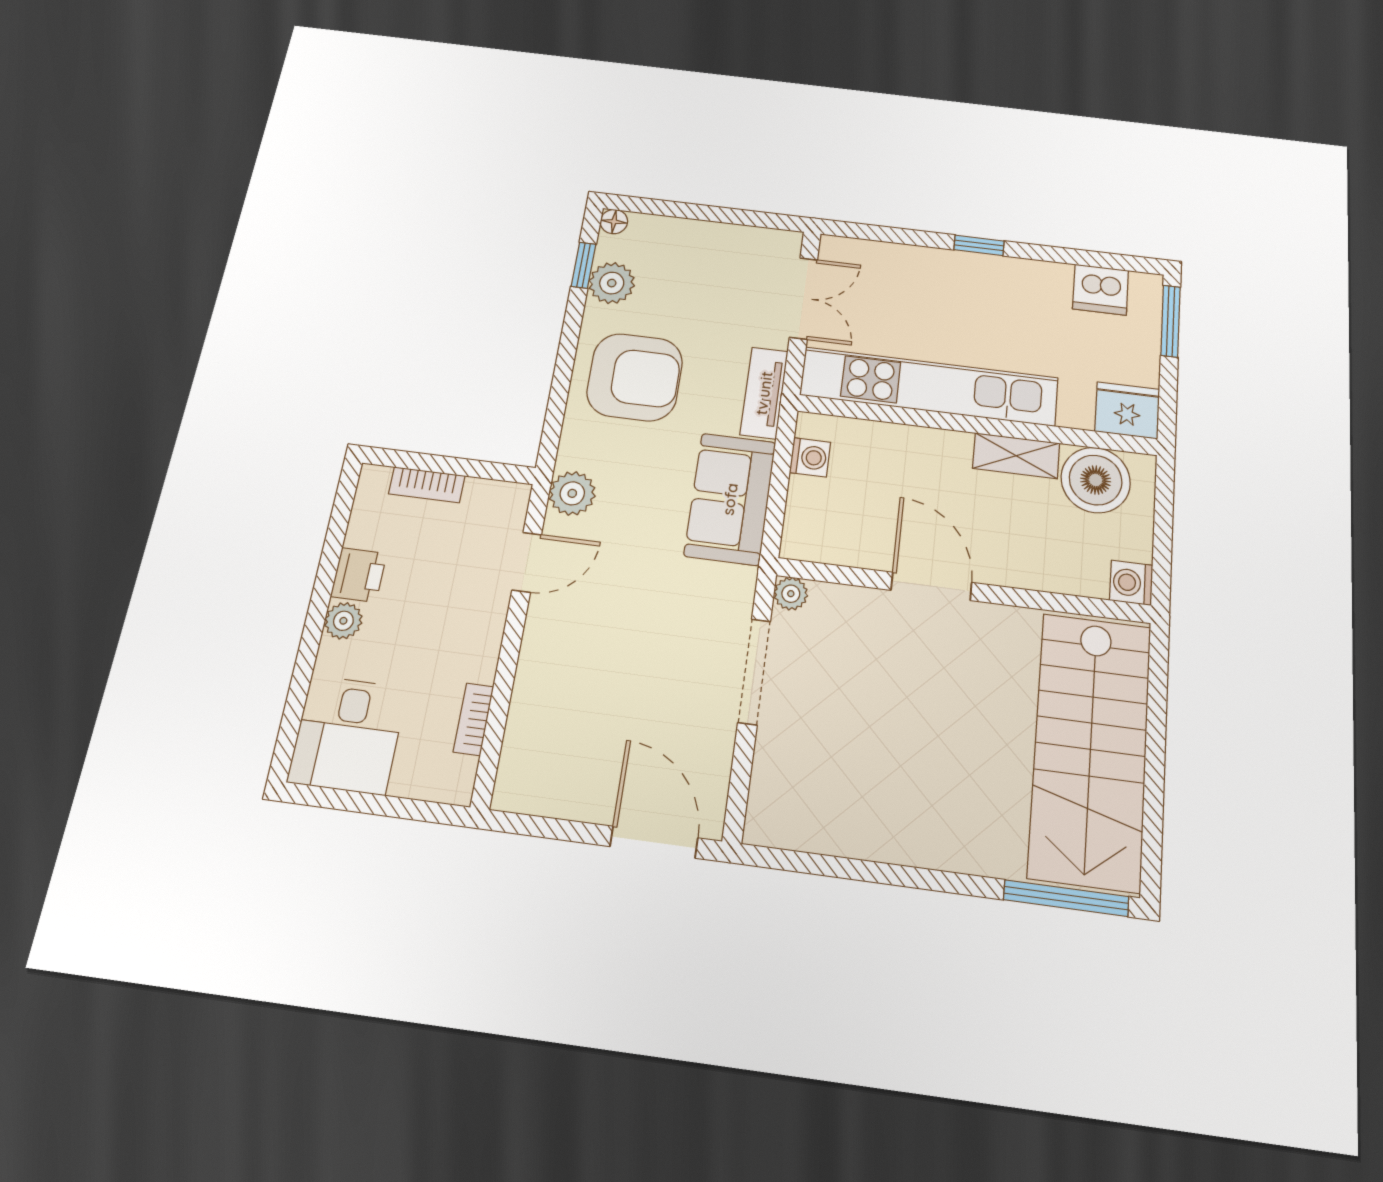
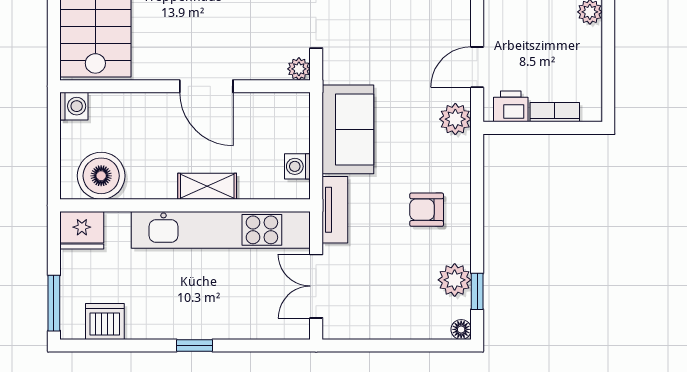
armchair: (635, 377) -> (427, 210), width x0.53, depth x0.53
shelving: (1016, 456) -> (207, 186), moved
printer: (359, 575) -> (511, 106), moved, turned 90

